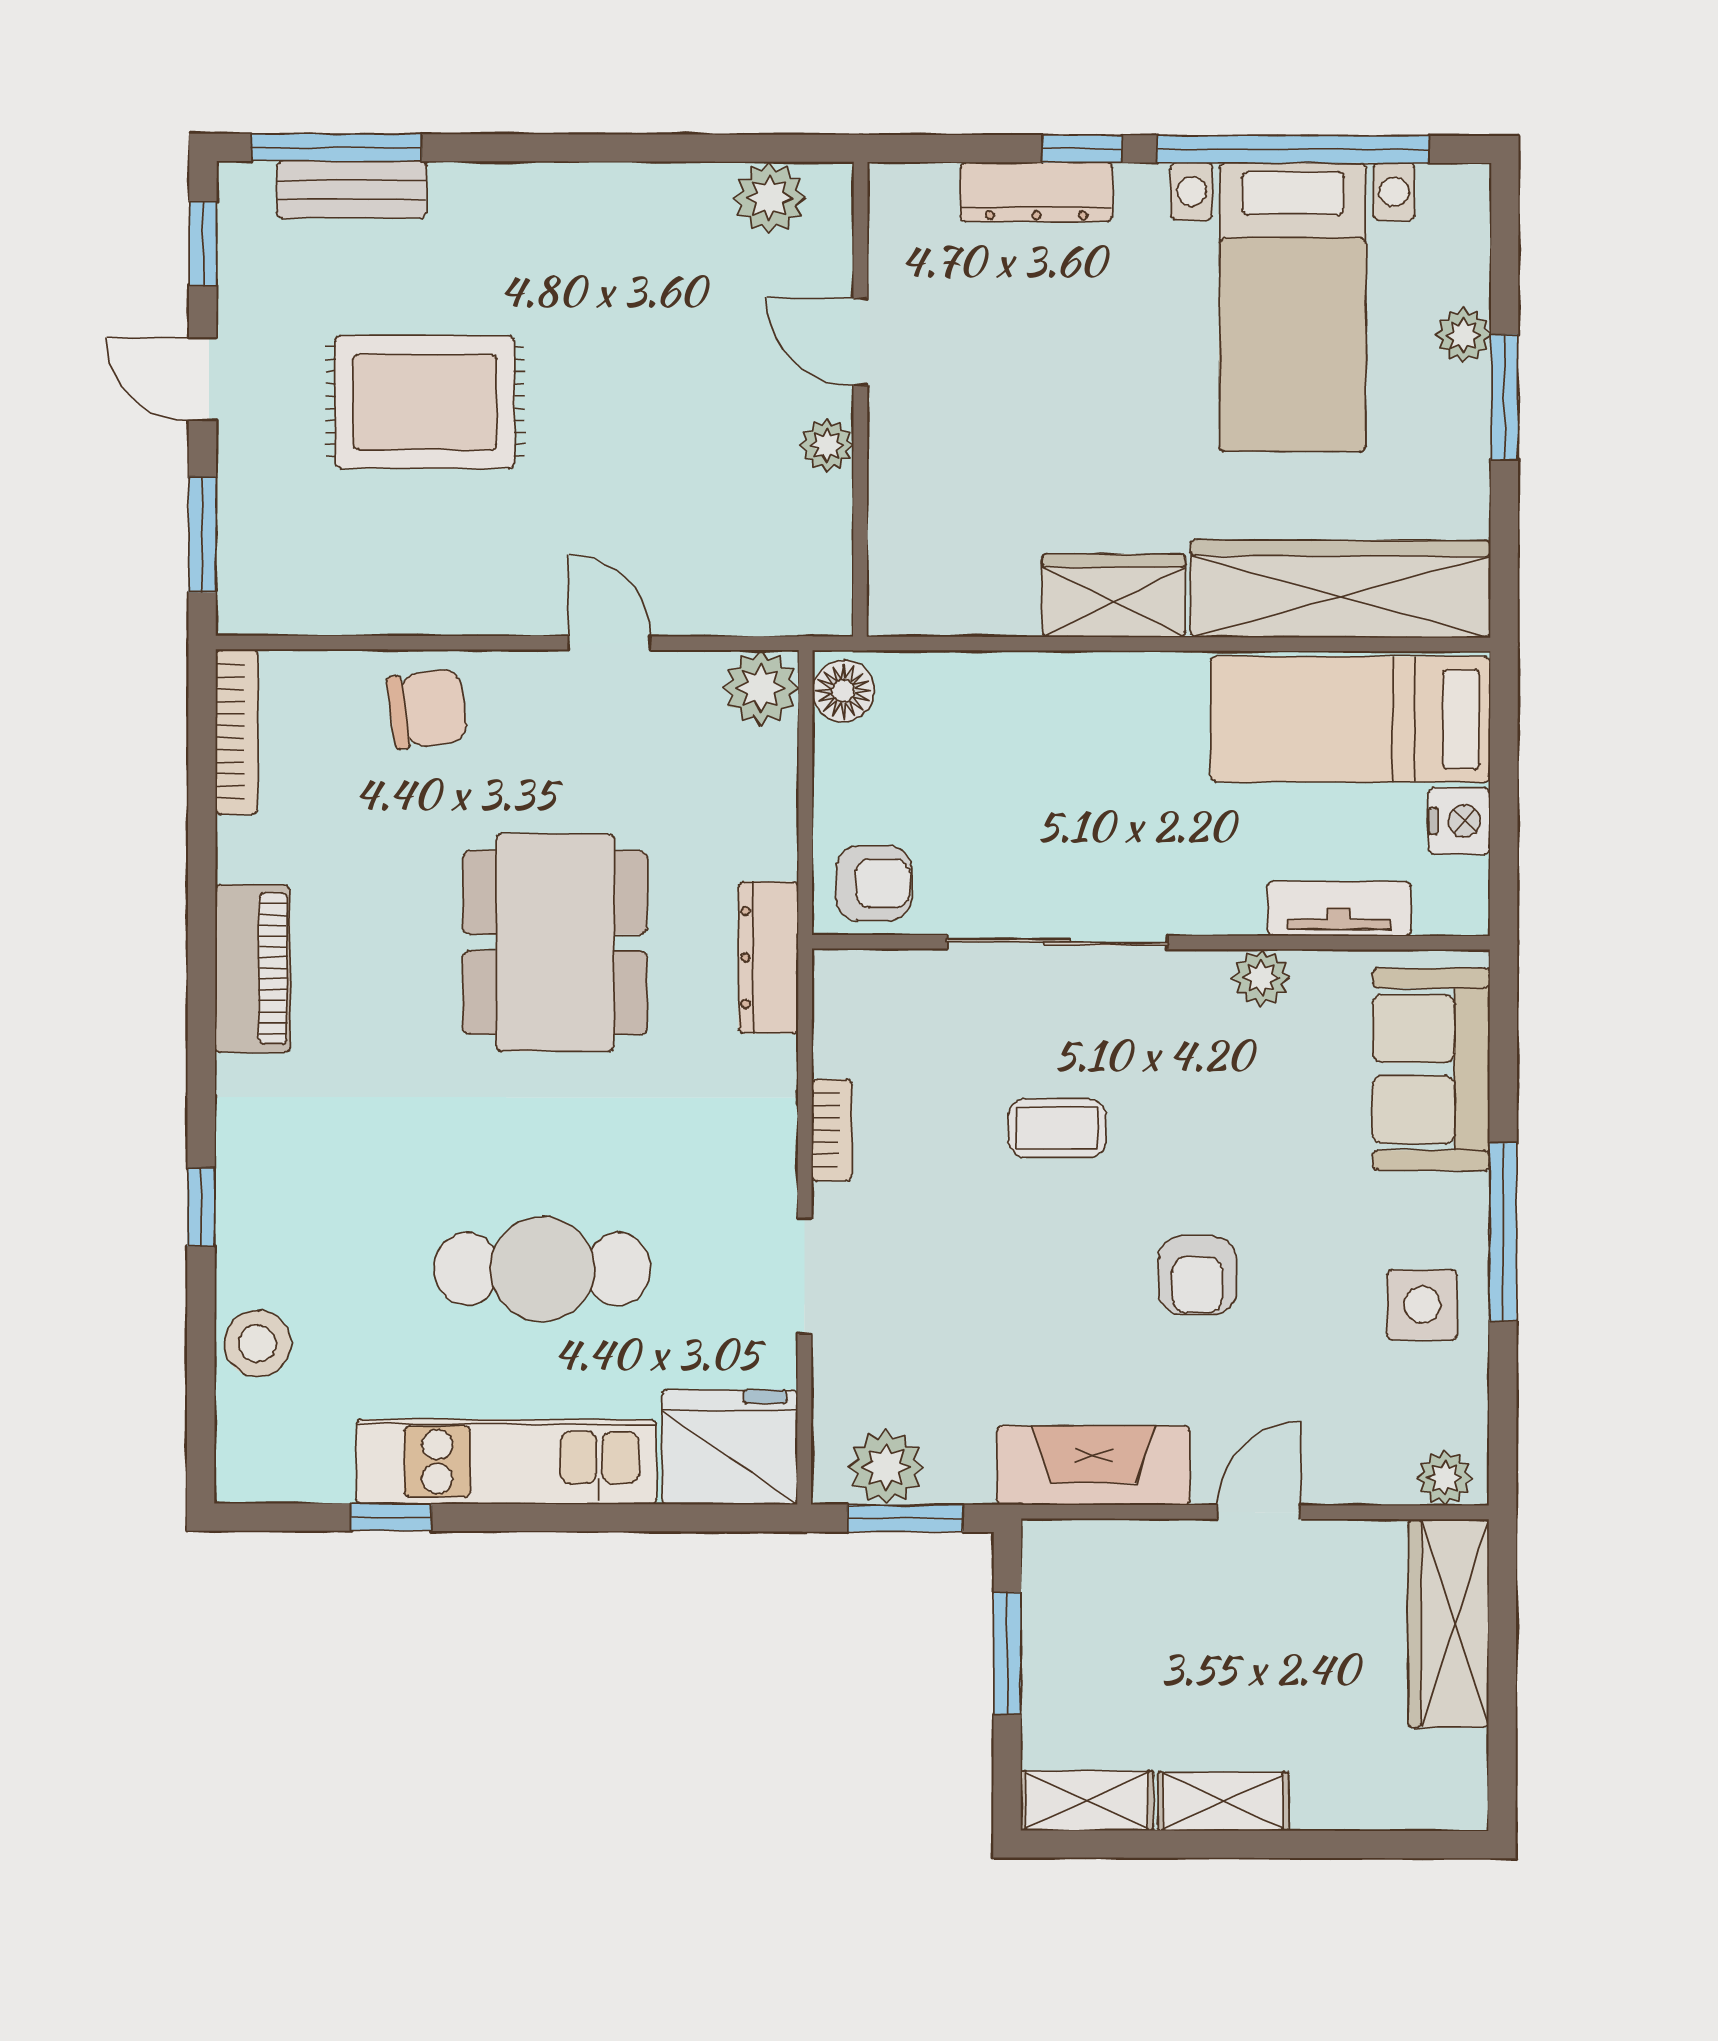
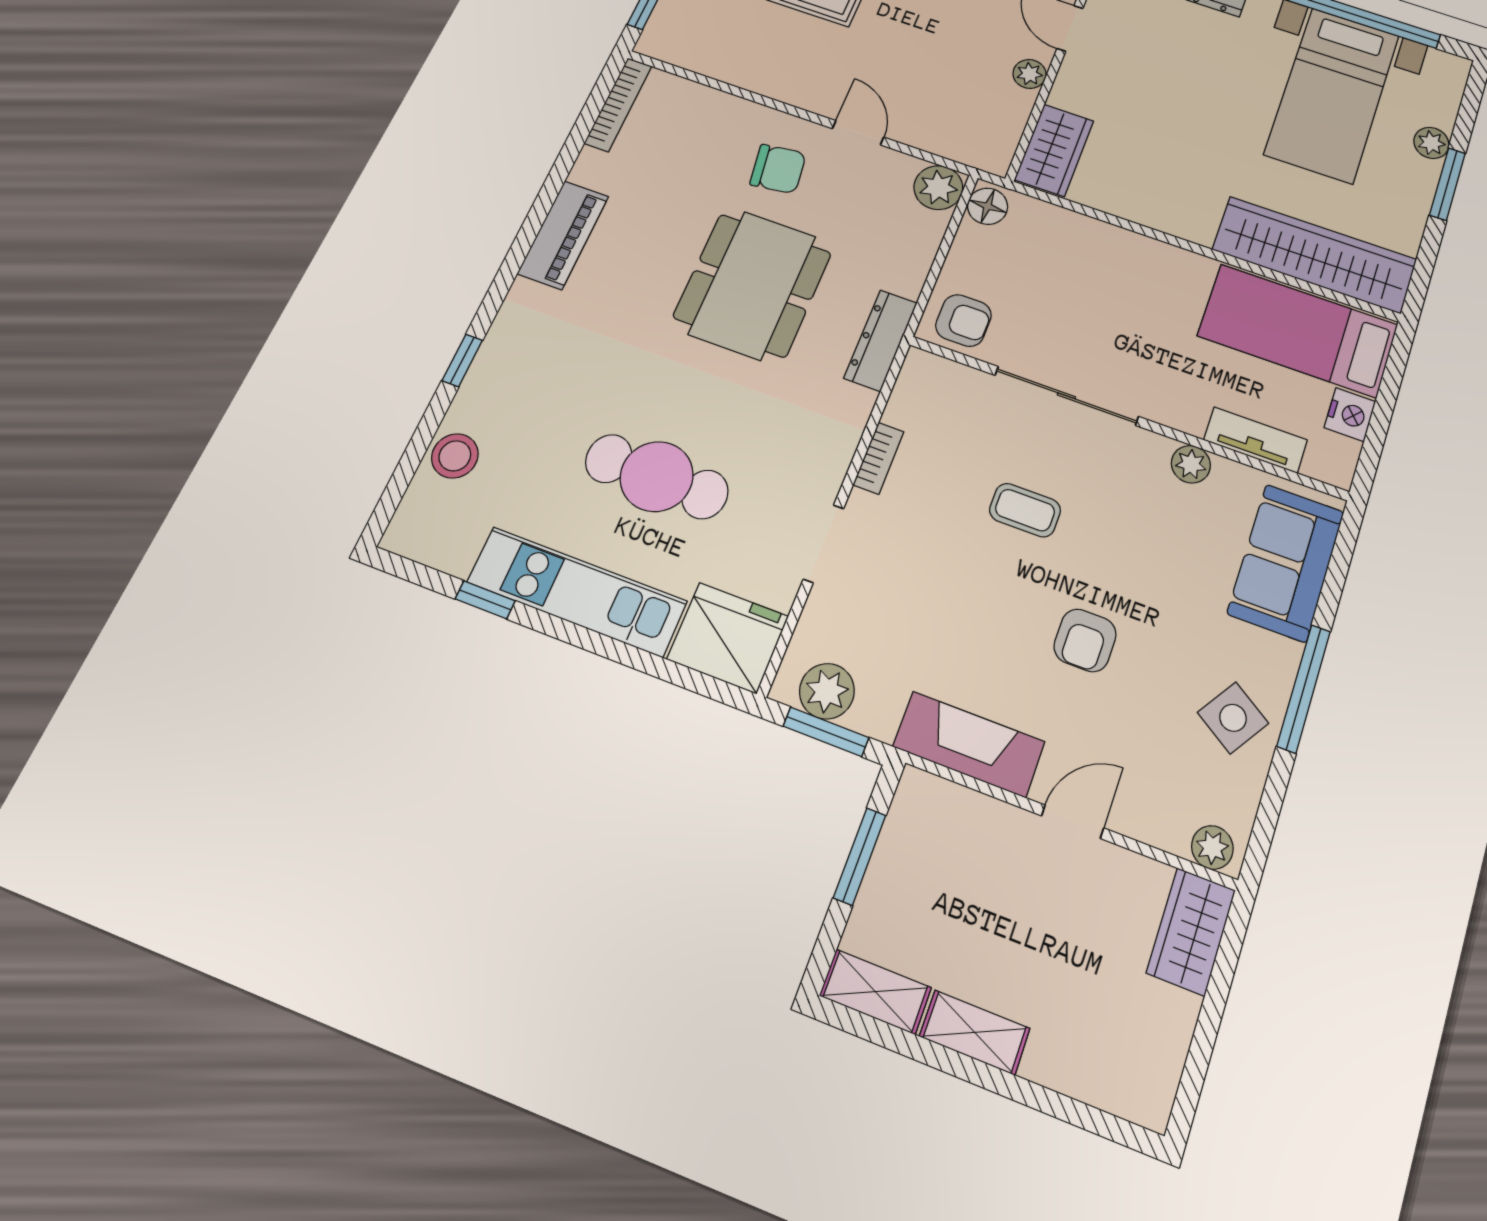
wardrobe: (1114, 596) -> (1054, 150), moved, turned 90
chair: (427, 709) -> (778, 169), moved
side table: (1422, 1305) -> (1233, 718), turned 33
wardrobe: (1449, 1623) -> (1191, 931), width x0.67

